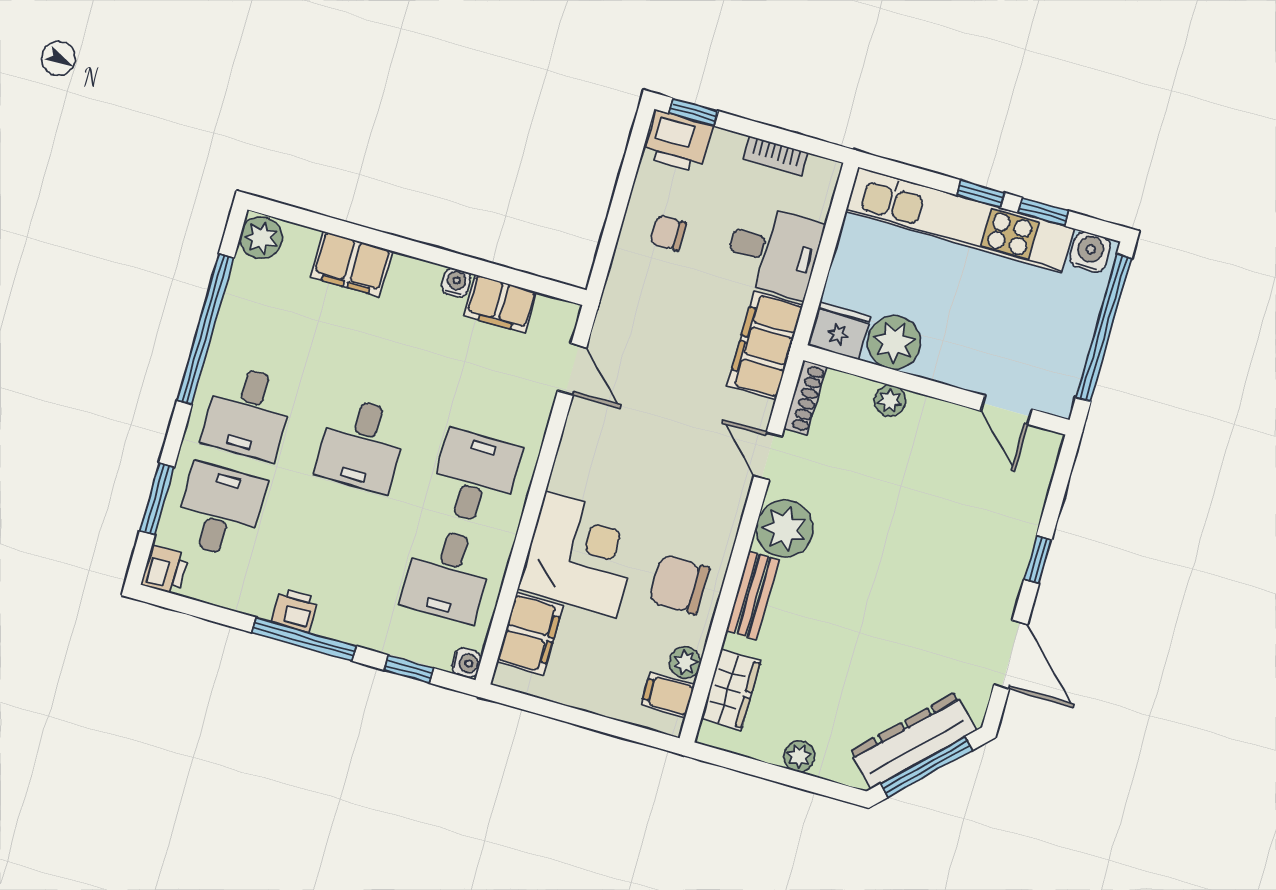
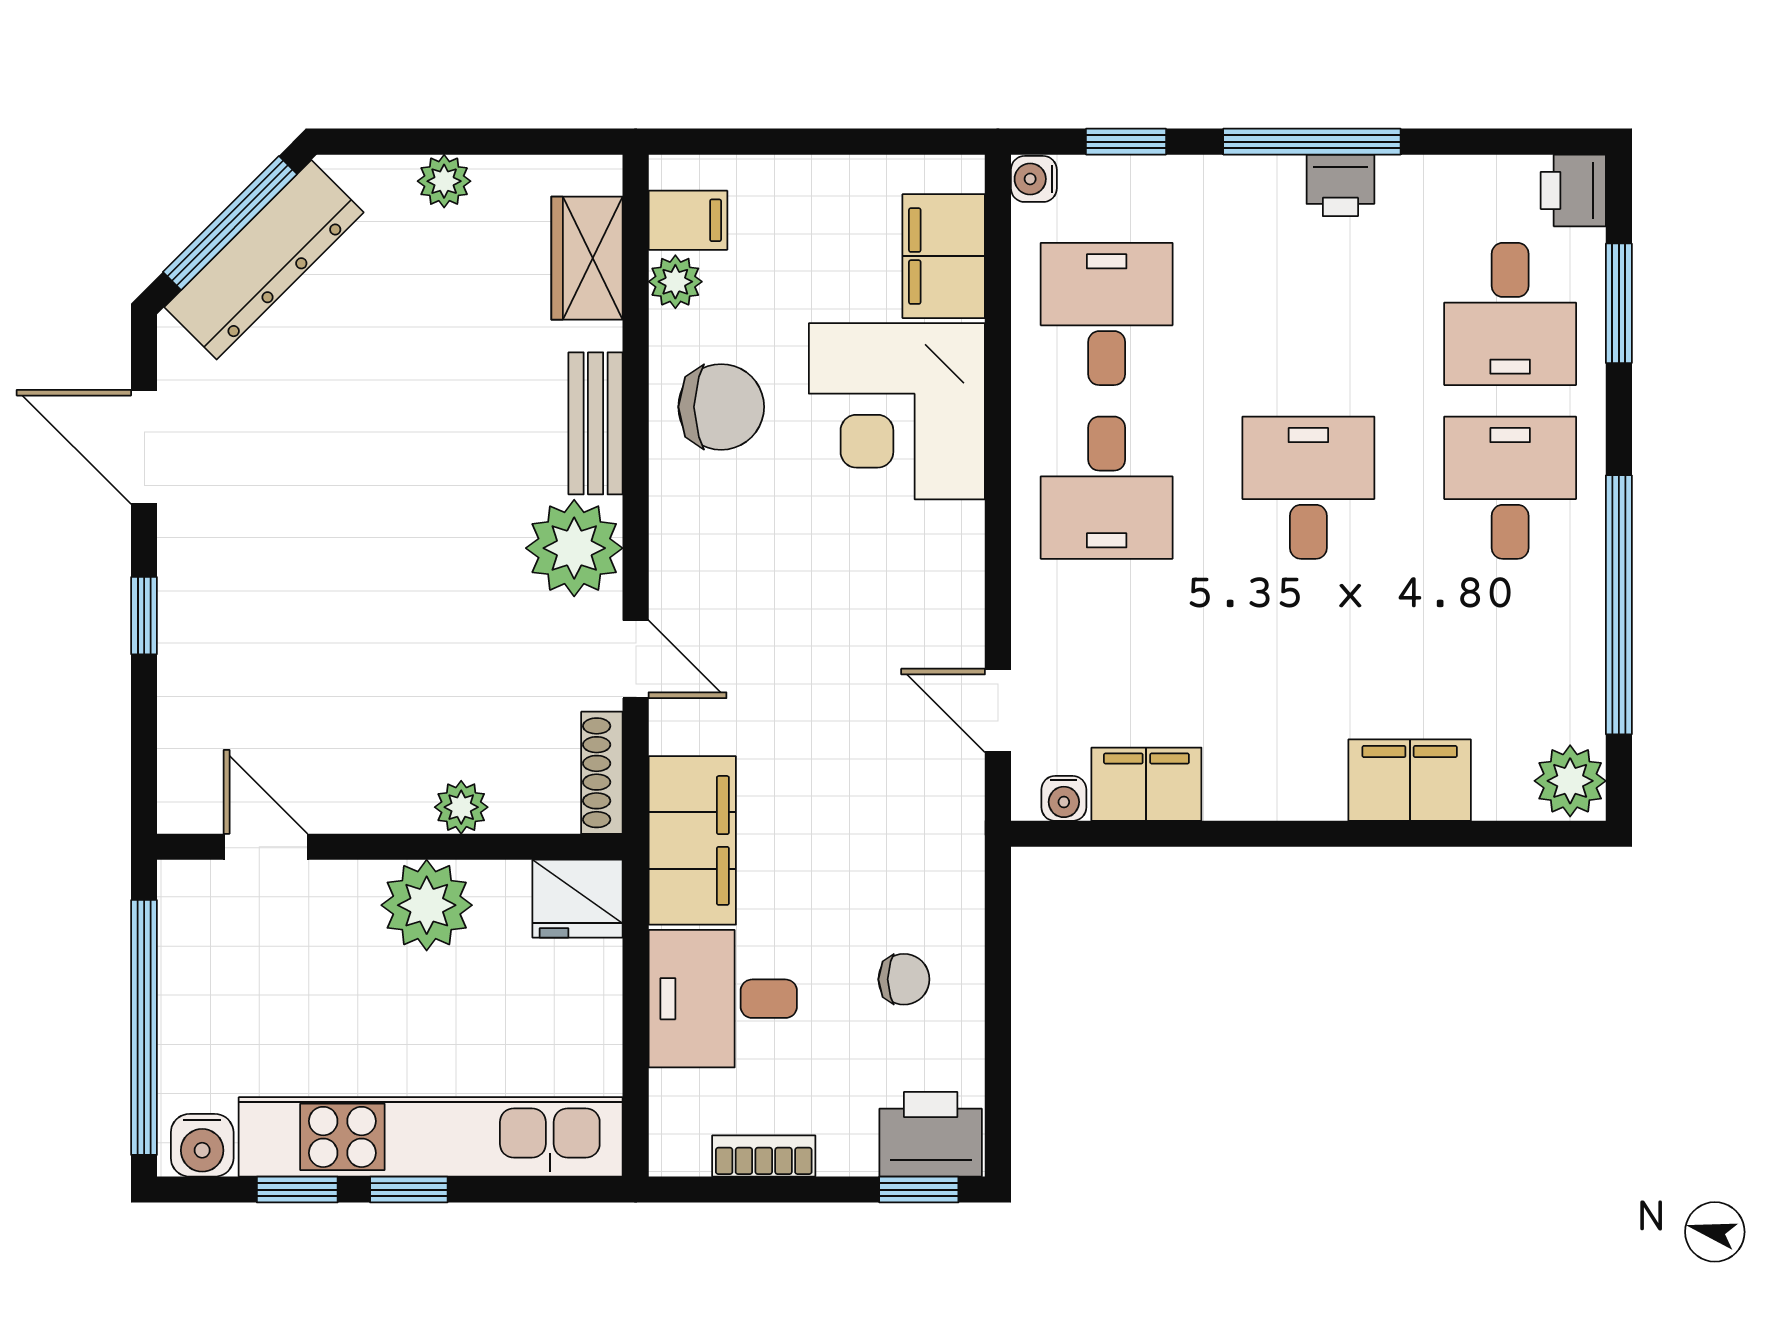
water cooler: (456, 283) -> (1064, 798), moved
plant: (894, 342) -> (427, 905), moved

